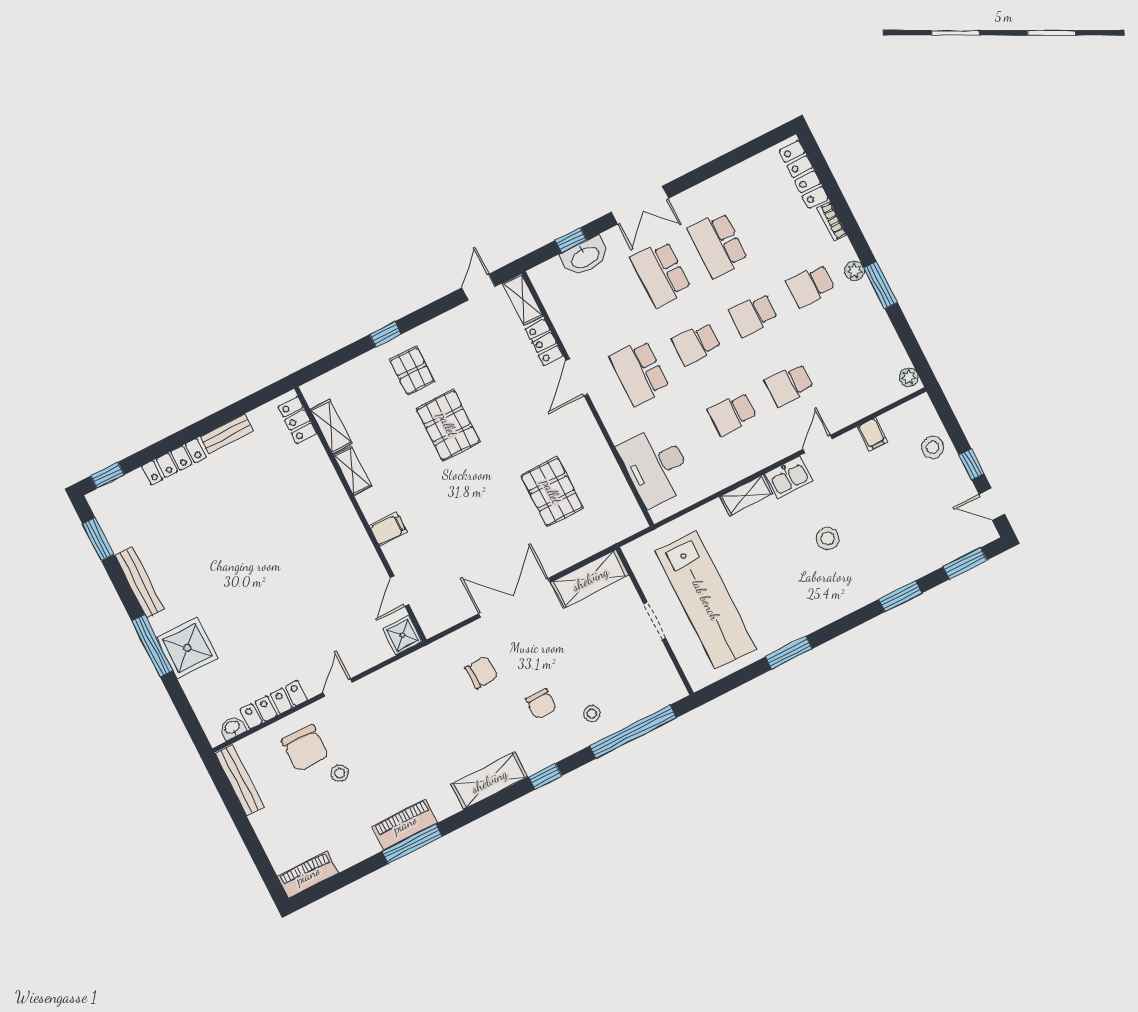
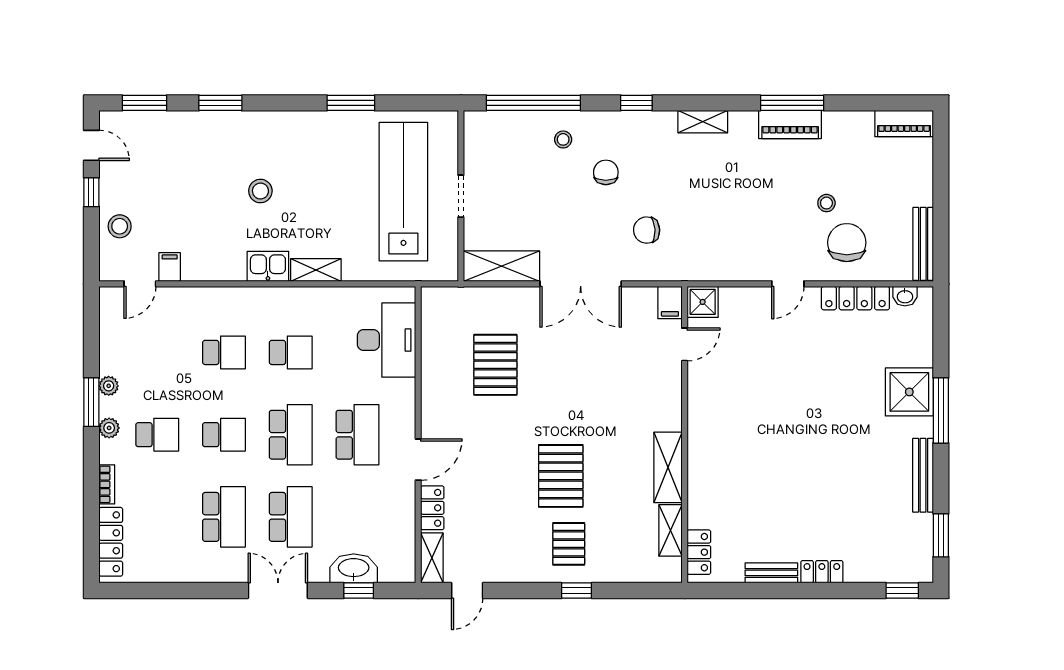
school desk: (697, 344) -> (291, 435), width x1.85
plant: (909, 377) -> (109, 386), moved
door: (818, 444) -> (140, 284), moved
locker: (174, 462) -> (822, 572), width x0.66
shelving: (352, 470) -> (668, 467), width x1.50, depth x1.33
filing cabinet: (388, 529) -> (670, 303), moved, turned -90
shelving: (489, 781) -> (703, 122), width x0.67, depth x0.75

